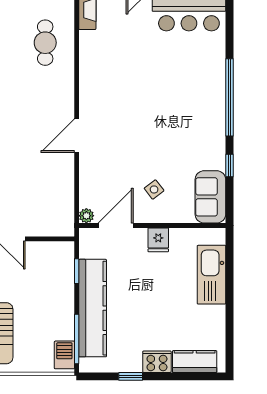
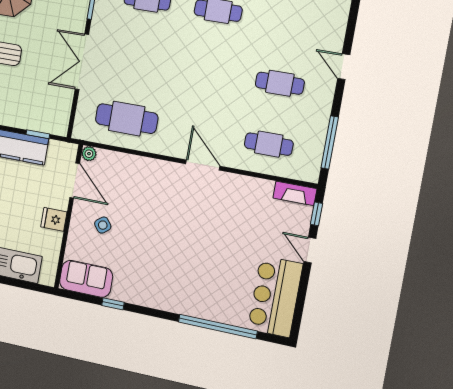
window: (229, 97) -> (218, 327), moved
door: (77, 136) -> (203, 165), moved
cafe table: (45, 184) -> (127, 119), added

